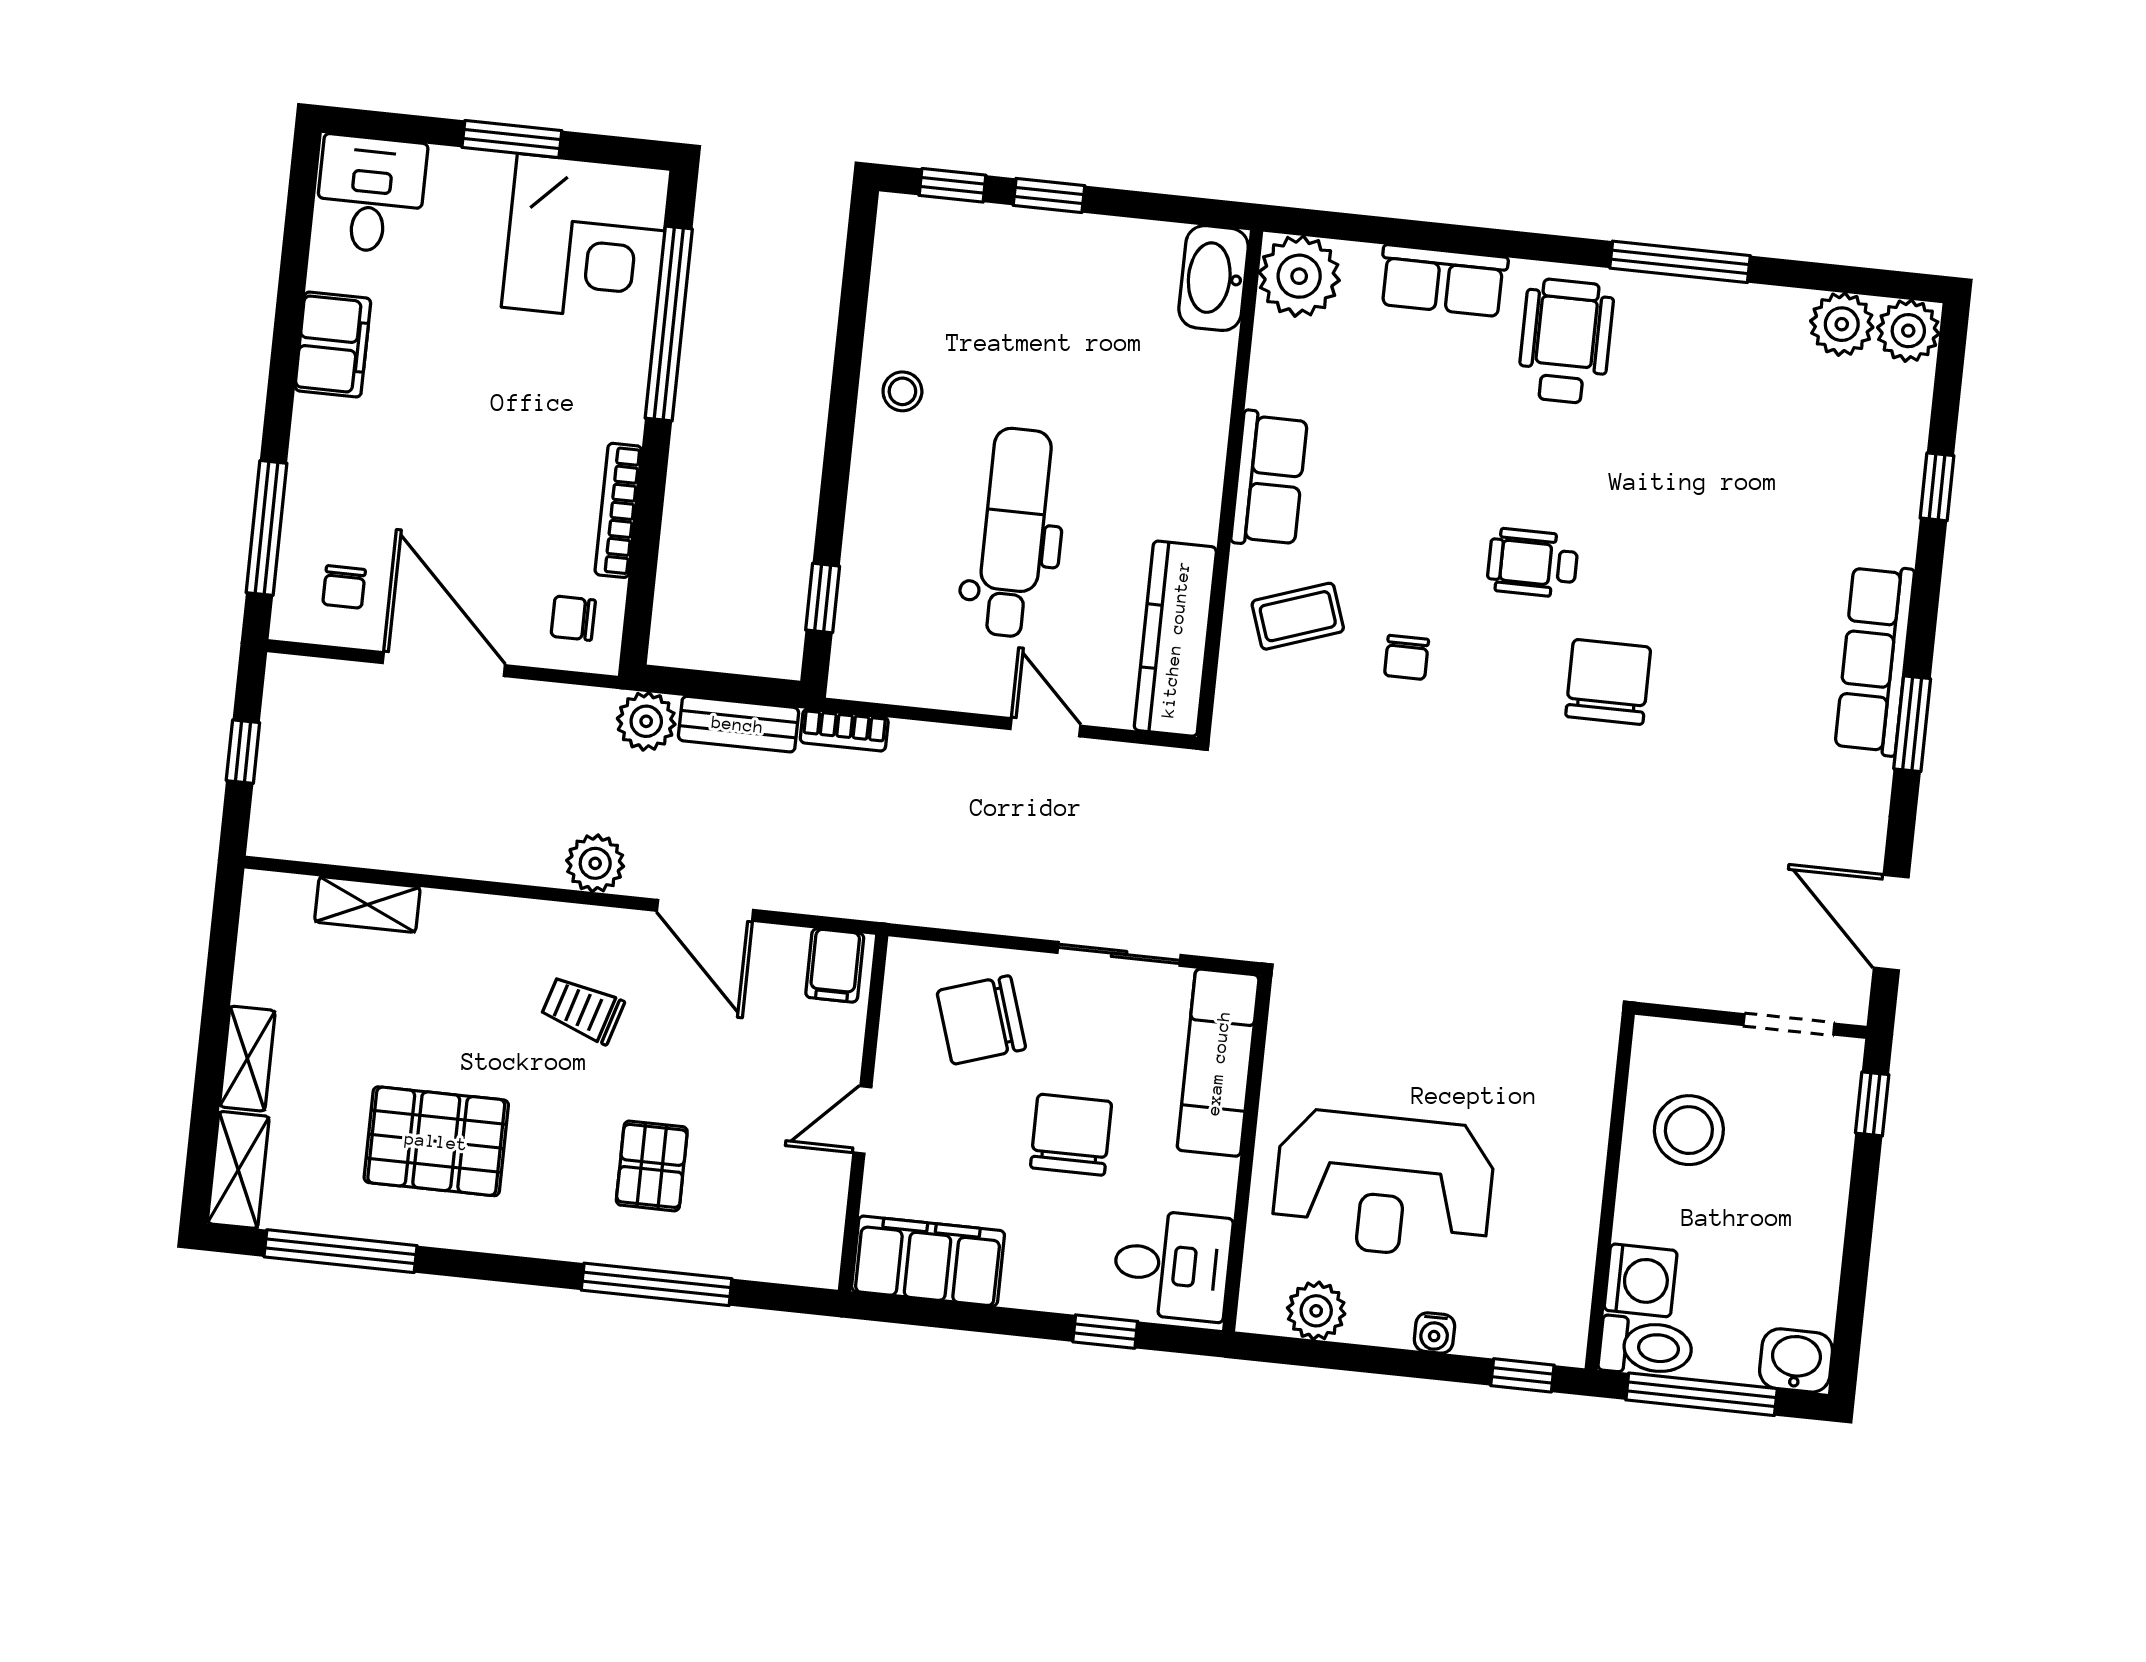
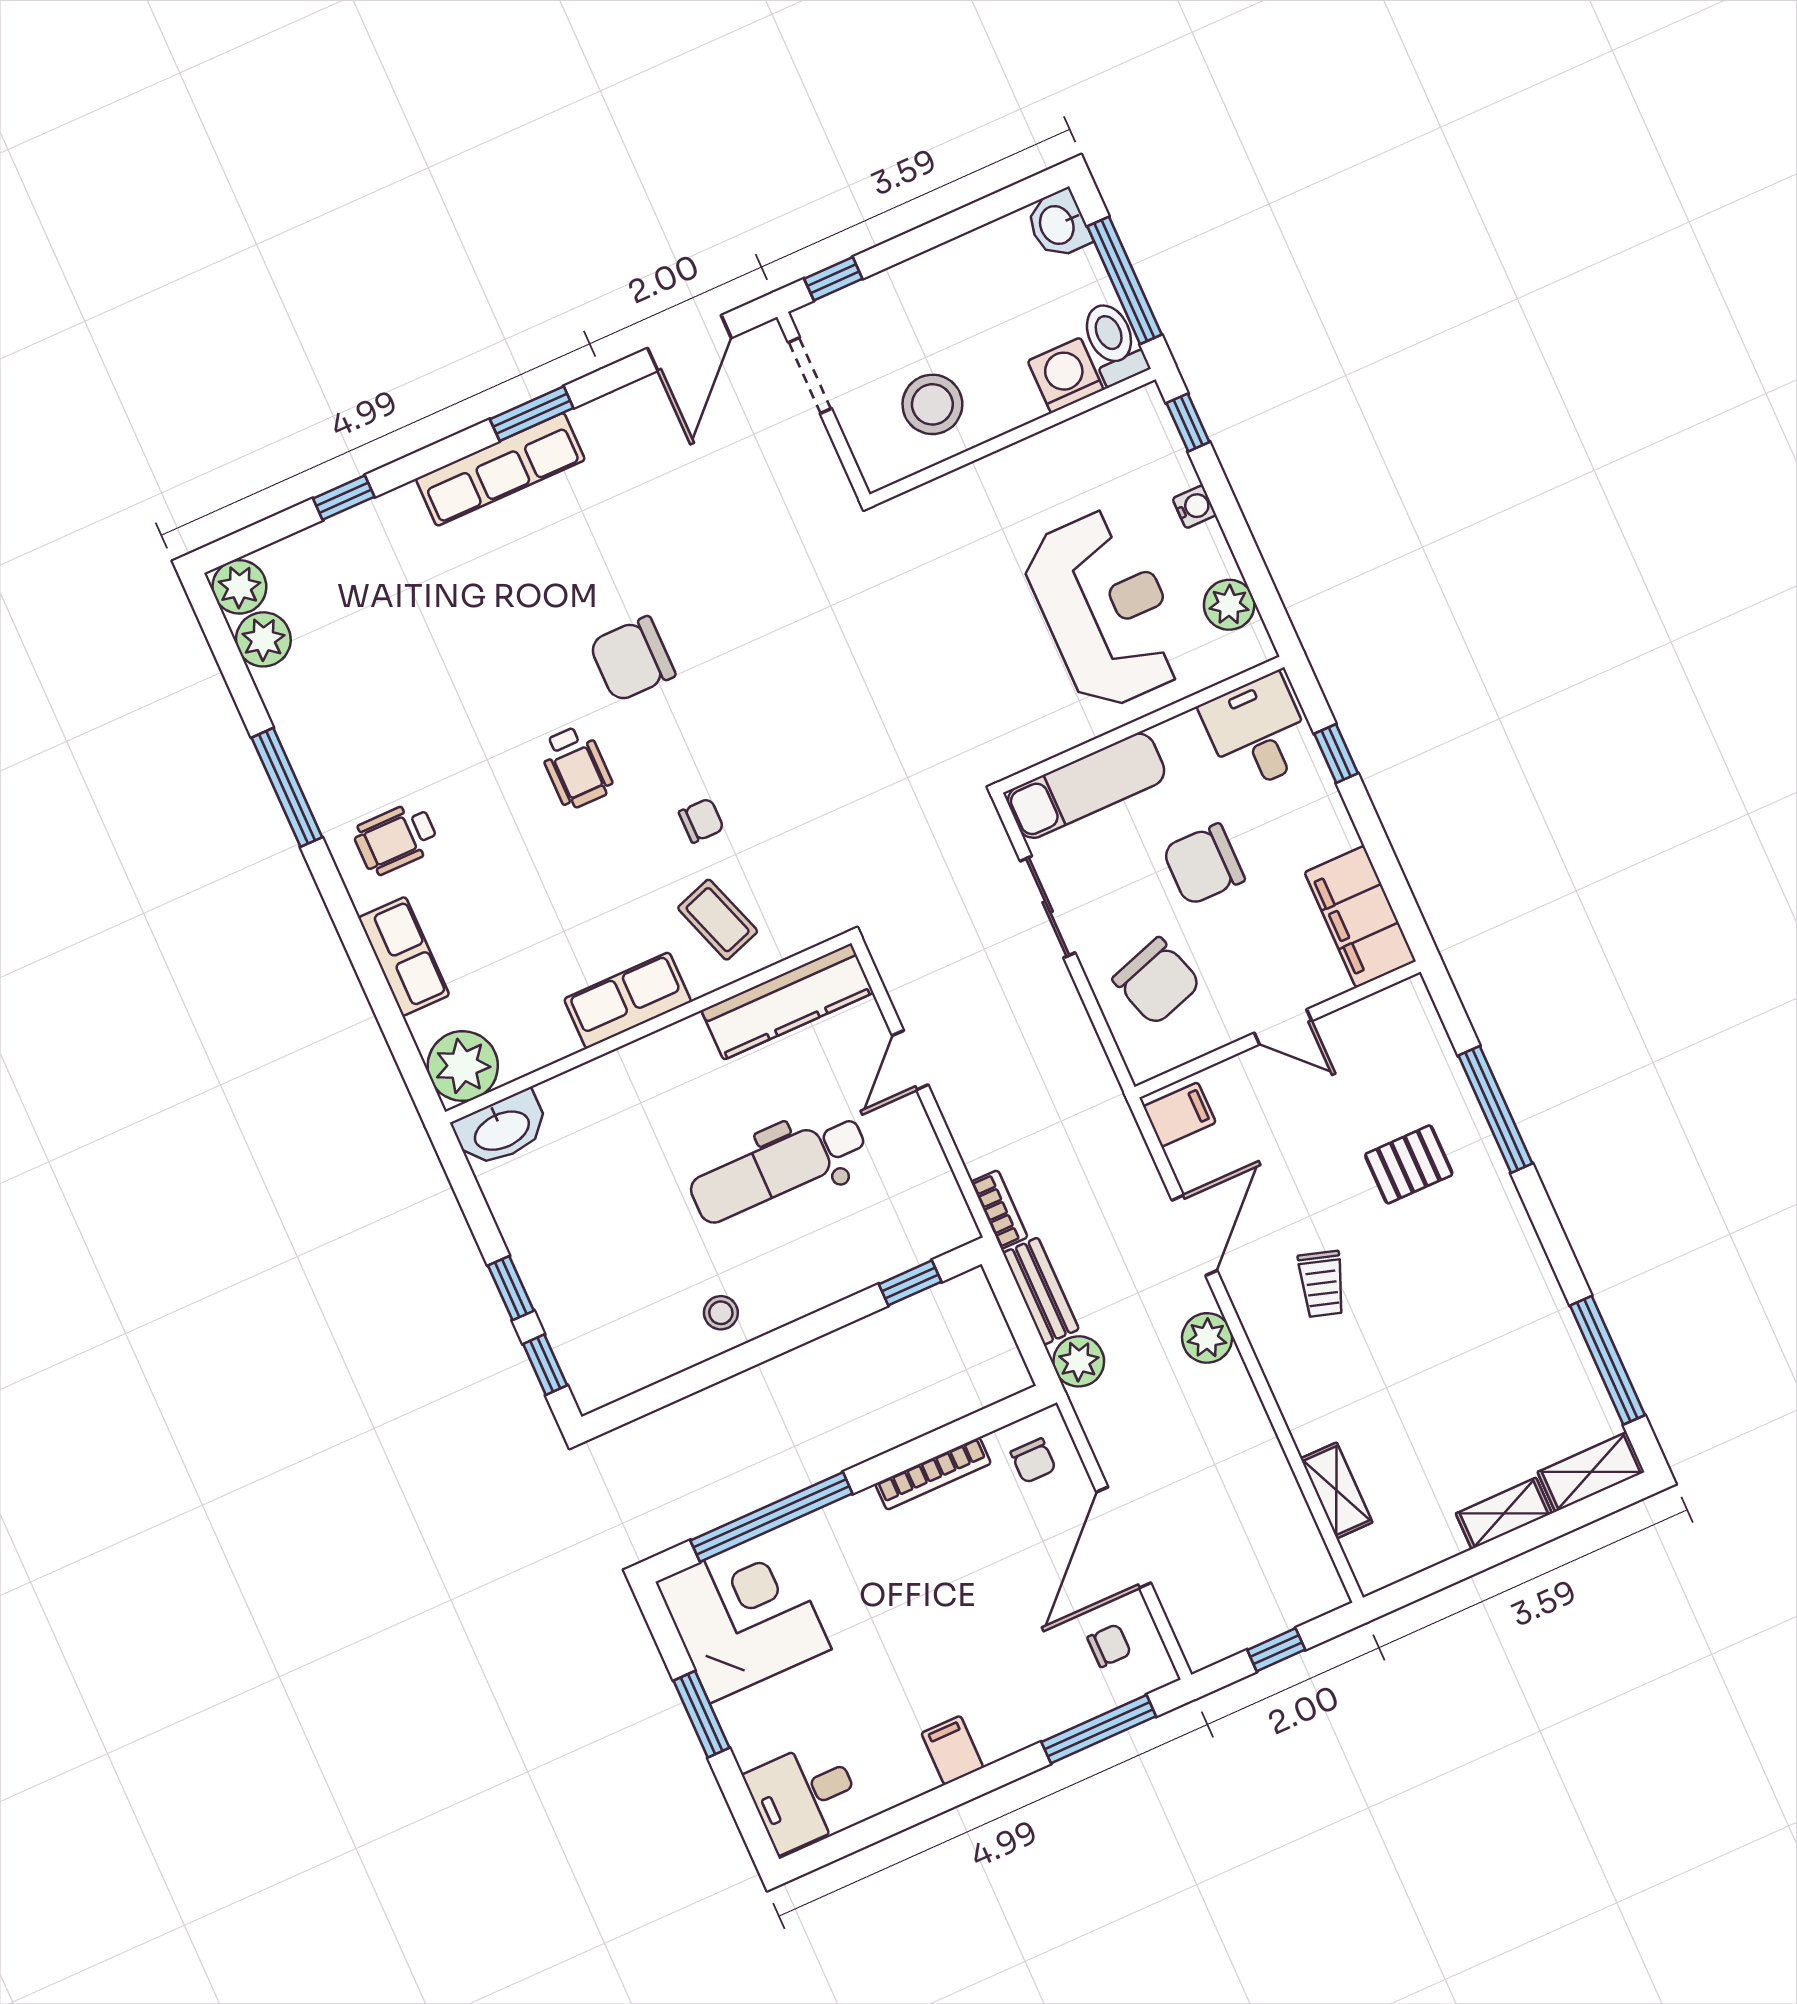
wheelchair: (1566, 341) -> (396, 839), width x0.73, depth x0.73
filing cabinet: (333, 344) -> (952, 1750), width x0.50
pallet: (436, 1141) -> (1484, 1336), removed

